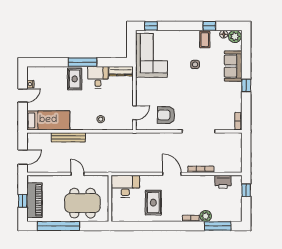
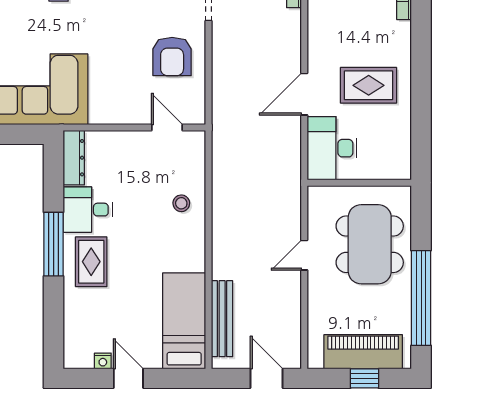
rug: (75, 79) -> (91, 262), turned 90
bench: (68, 137) -> (222, 319), moved
door: (172, 174) -> (304, 94), moved

